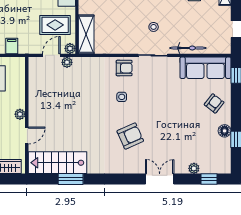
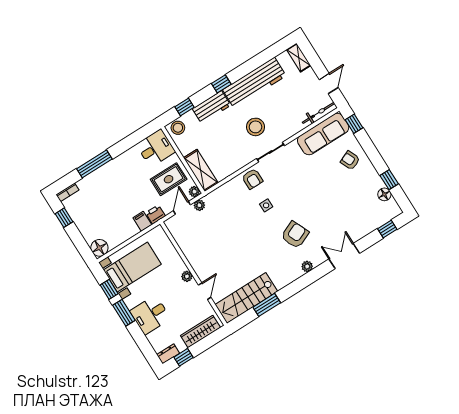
stool: (154, 27) -> (255, 127), width x1.89, depth x1.89
printer: (26, 47) -> (155, 214), added
bicycle: (188, 48) -> (318, 113), moved
armchair: (124, 68) -> (252, 179), turned 90
armchair: (214, 103) -> (350, 160), turned -62
floor lamp: (225, 131) -> (384, 194), moved
plant: (194, 168) -> (307, 266), moved

